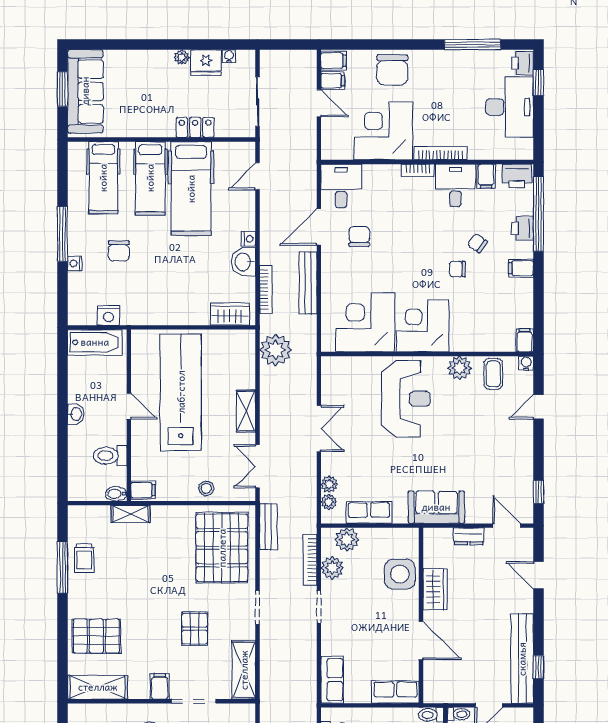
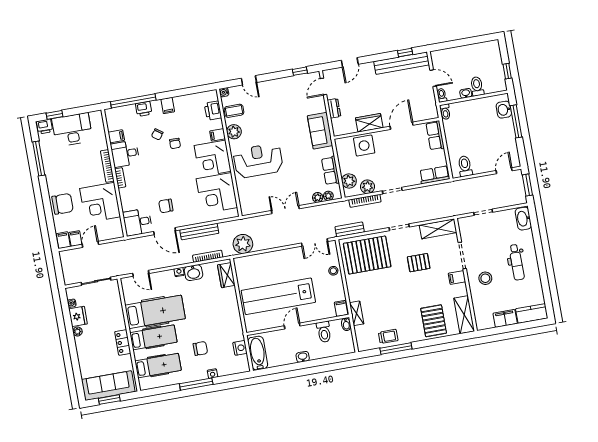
locker: (195, 127) -> (123, 342), moved
printer: (517, 176) -> (213, 111), moved, turned 180
filing cabinet: (525, 340) -> (218, 135), moved
shelving: (246, 411) -> (283, 255), removed

